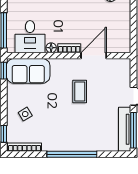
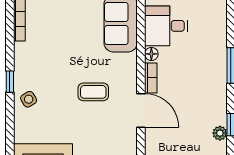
side table: (25, 114) -> (29, 99), moved
window: (72, 154) -> (10, 82), width x0.32

